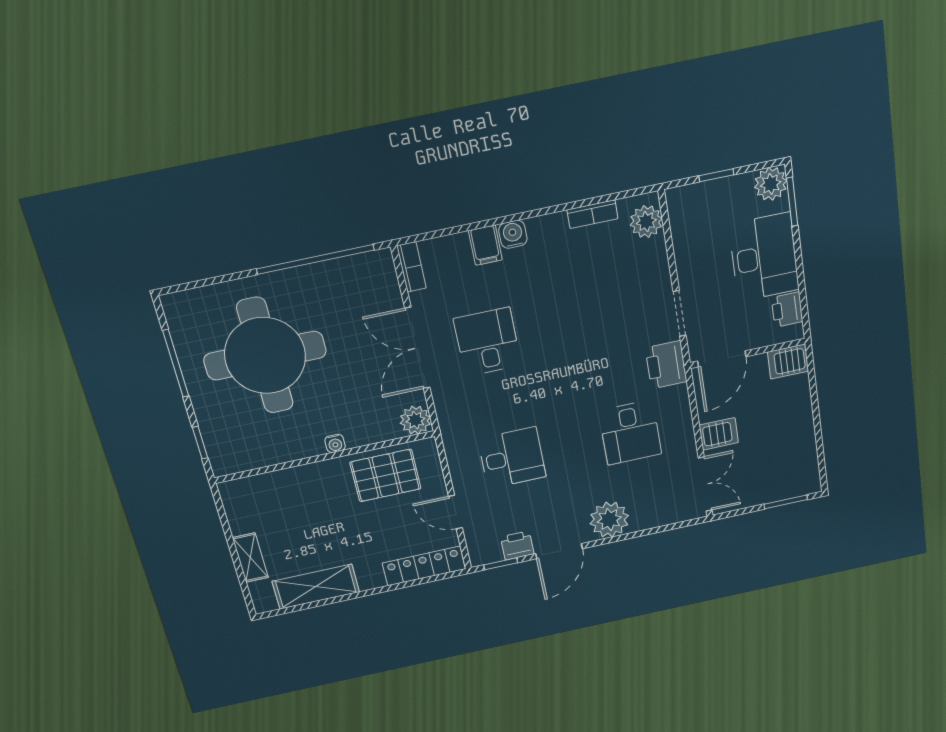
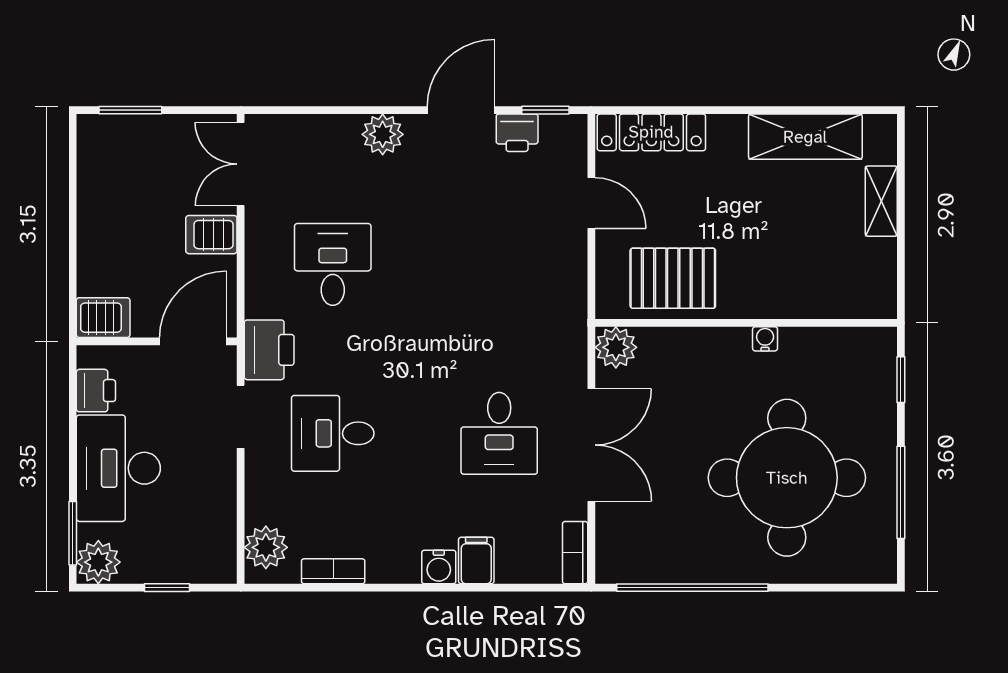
water cooler: (335, 443) -> (765, 339), moved
desk: (512, 458) -> (333, 433), moved
plant: (609, 520) -> (383, 134), width x0.73, depth x0.73

